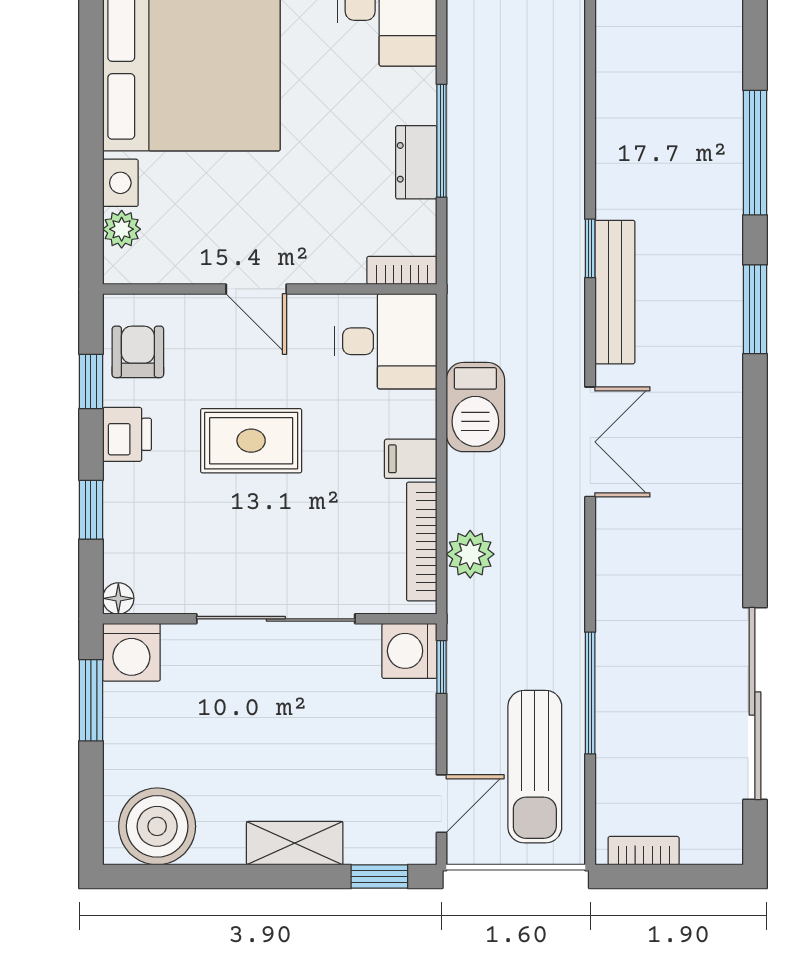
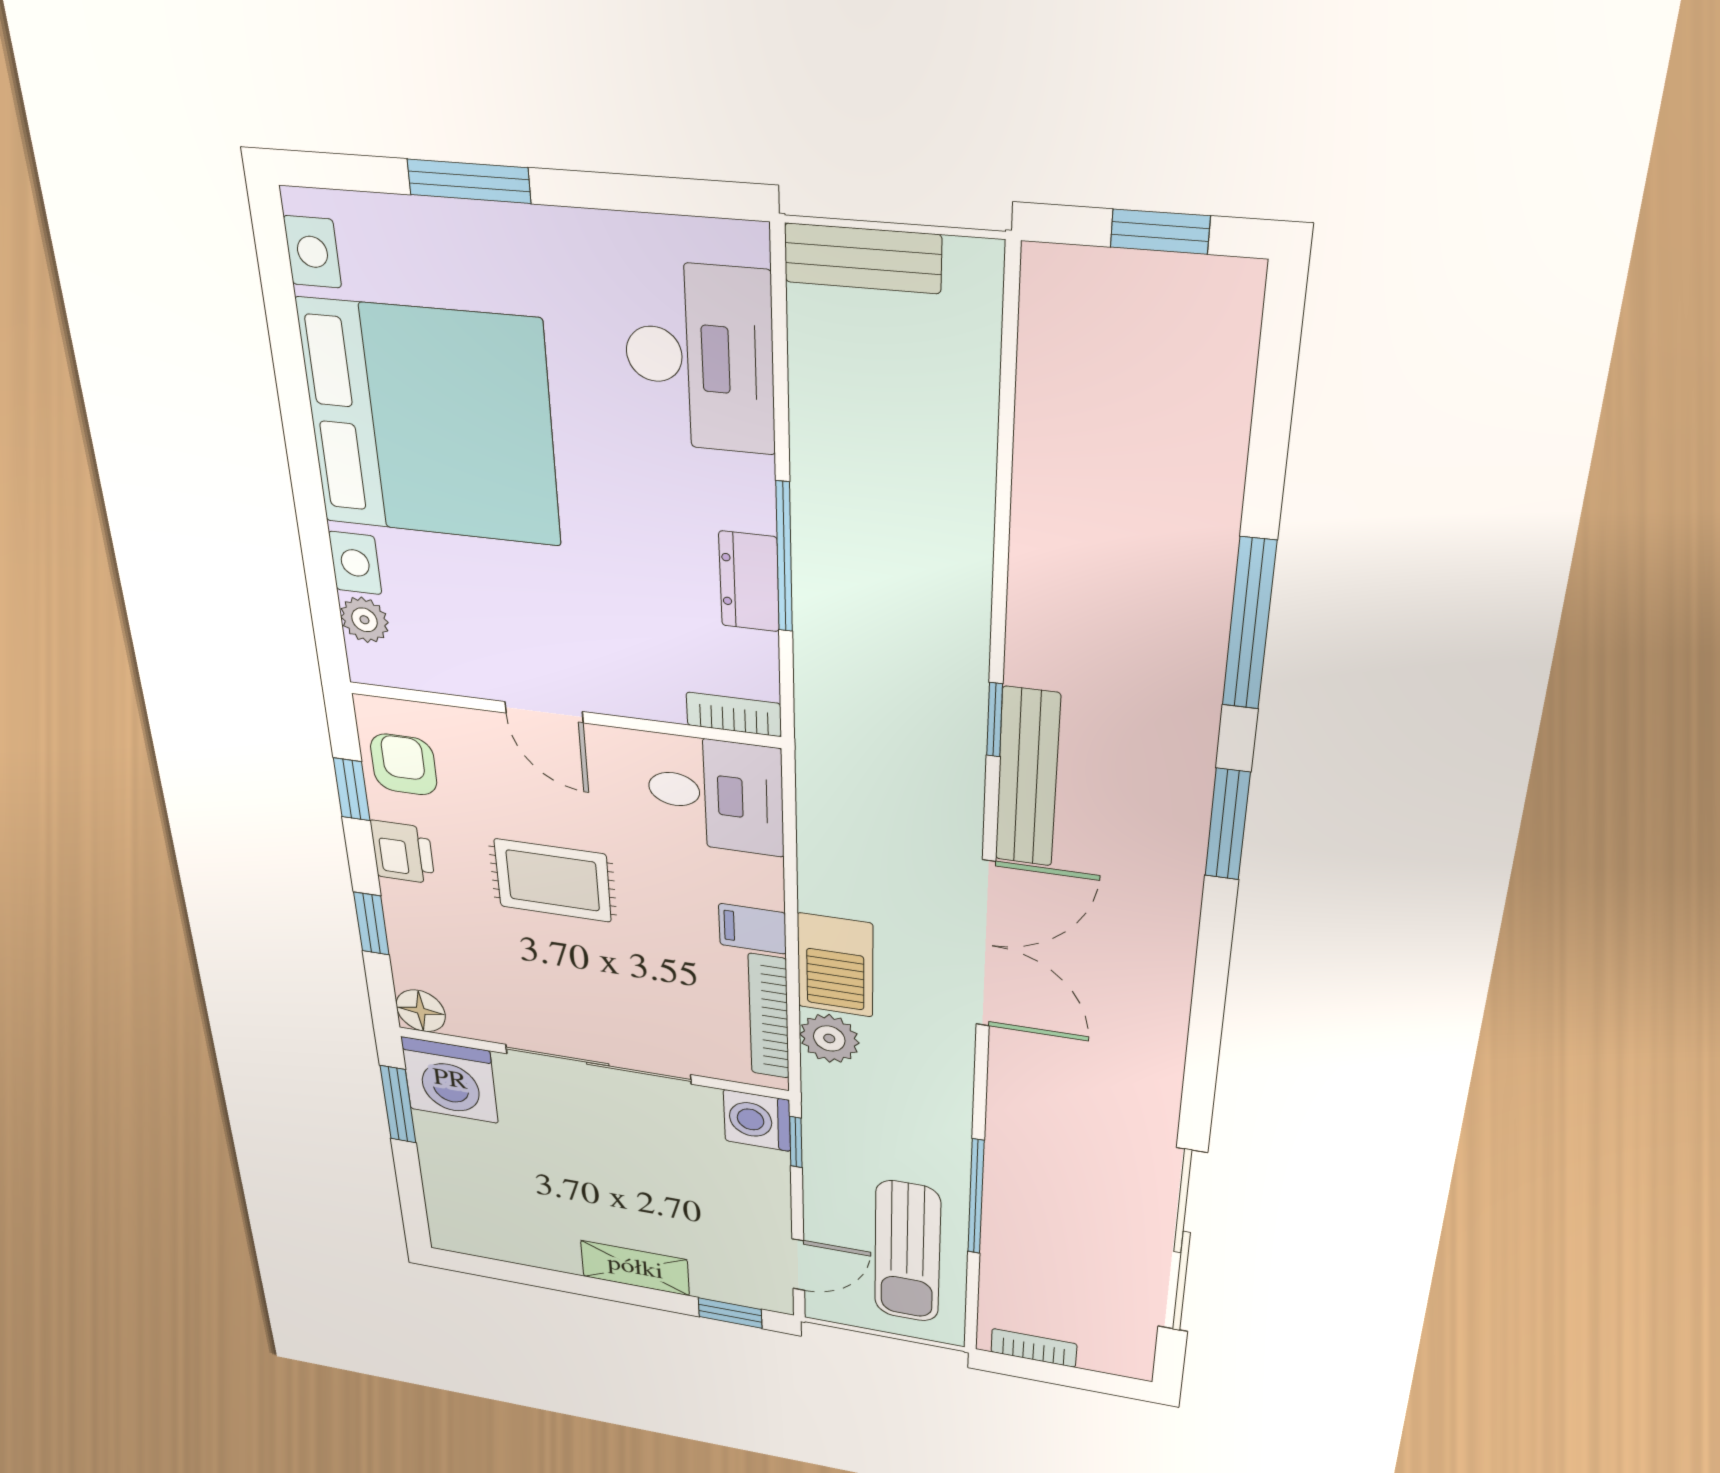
barbecue: (475, 407) -> (835, 965), moved
double door: (590, 442) -> (986, 945), width x1.37
floor lamp: (118, 598) -> (421, 1011), width x1.37, depth x1.37
washing machine: (131, 652) -> (450, 1080), width x1.37, depth x1.37
boiler: (157, 826) -> (484, 1227), removed

